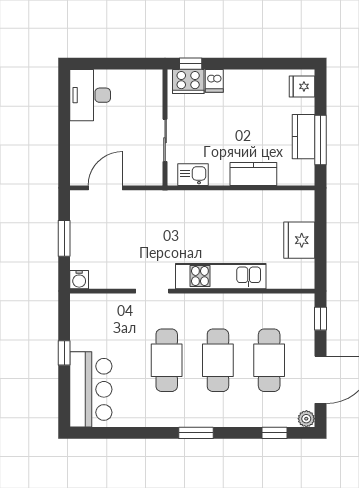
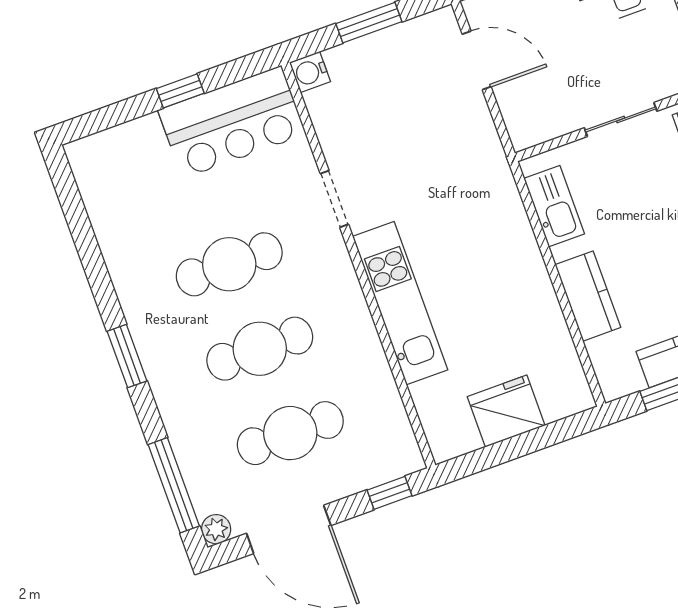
sliding door: (165, 140) -> (621, 119), moved
kitchen sink: (193, 175) -> (554, 206), width x1.38
bar counter: (91, 389) -> (232, 122), moved
window: (274, 433) -> (174, 485), width x2.17

